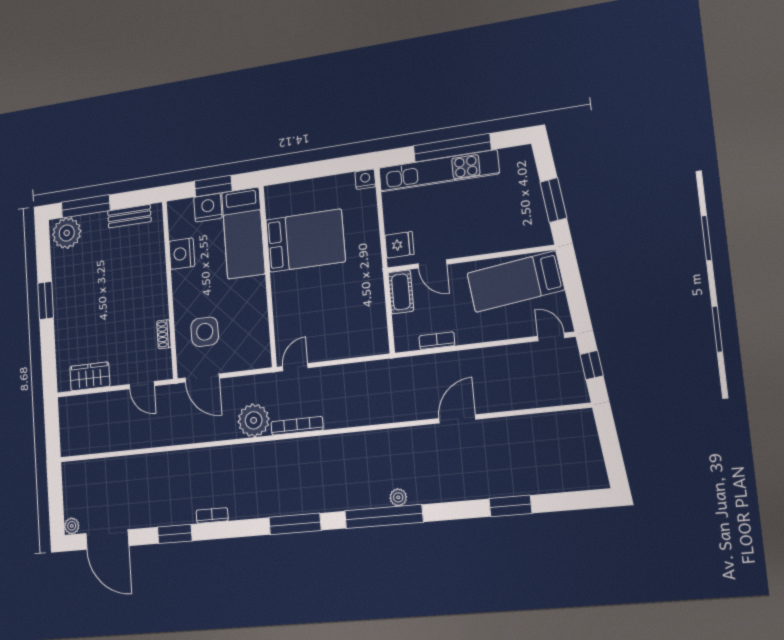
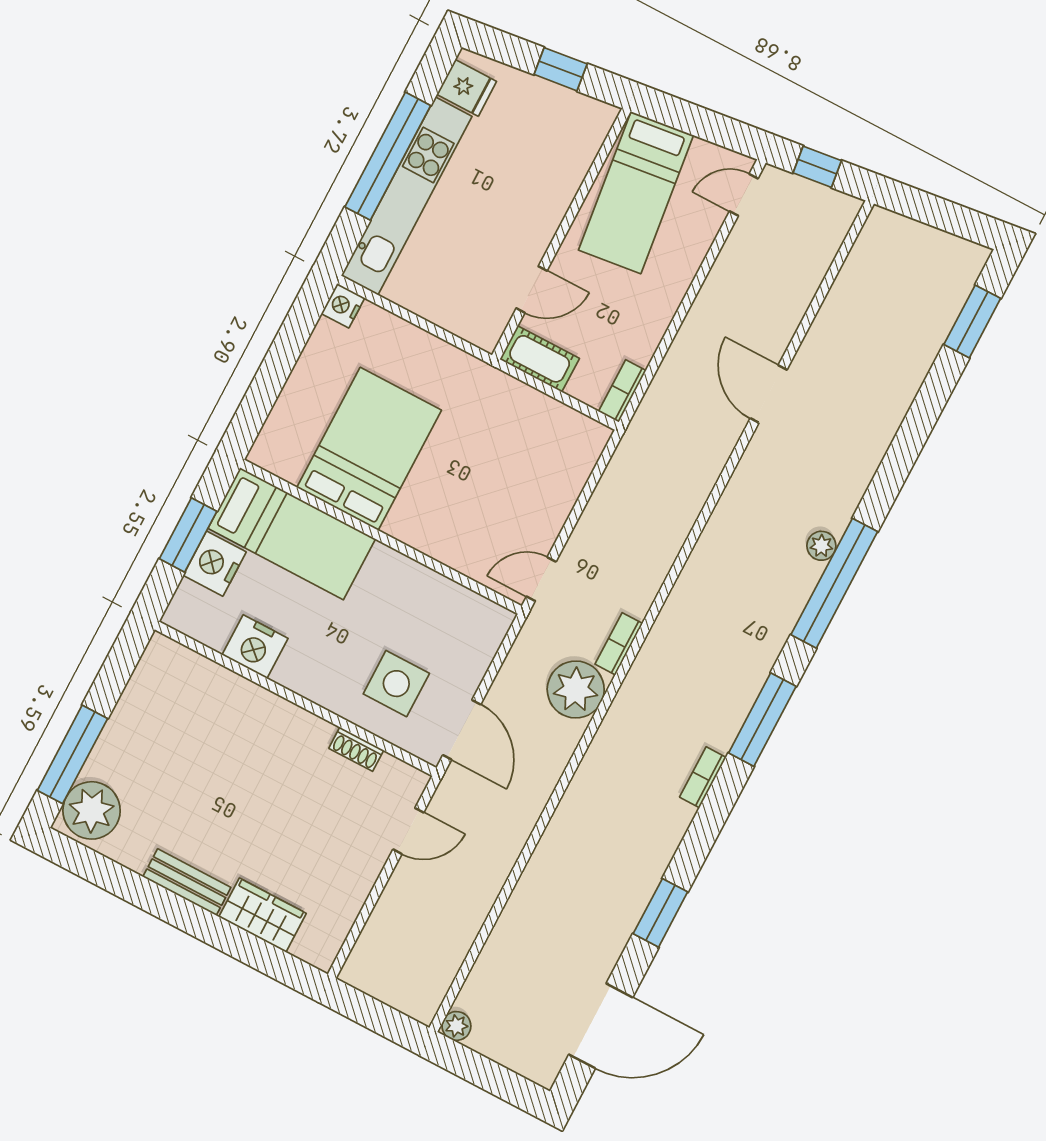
window: (553, 200) -> (561, 69), width x0.67
bench: (129, 216) -> (187, 882), moved, turned 90
fridge: (399, 245) -> (467, 88), moved, turned 90
window: (46, 300) -> (172, 909), removed
bookcase: (437, 341) -> (622, 391), moved
door: (295, 367) -> (541, 579), hinge flipped
wardrobe: (90, 376) -> (263, 915), moved, turned 90
door: (202, 378) -> (462, 730), hinge flipped
bookcase: (297, 426) -> (619, 644), width x0.64
window: (510, 506) -> (972, 321), moved
bookcase: (212, 515) -> (703, 777), moved
plant: (72, 526) -> (456, 1026), moved

